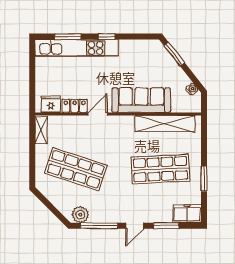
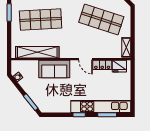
sofa: (141, 100) -> (54, 69), width x0.73
door: (98, 114) -> (86, 59), hinge flipped

